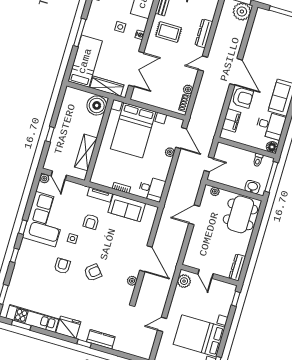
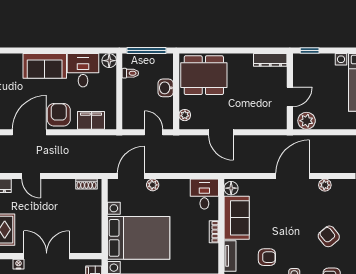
double door: (136, 69) -> (47, 256), moved
plant: (188, 90) -> (69, 185), removed
washbasin: (252, 187) -> (166, 88), moved
floor lamp: (150, 210) -> (231, 188), added

